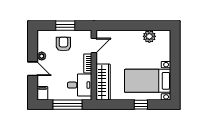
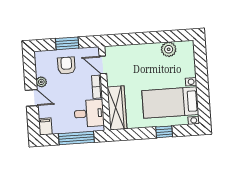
door: (94, 46) -> (103, 65), swing flipped

